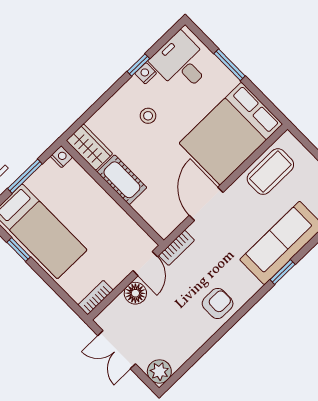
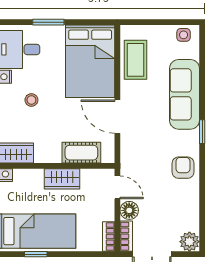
cot: (122, 180) -> (81, 153), moved
wardrobe: (106, 209) -> (62, 179), added
bookcase: (177, 248) -> (126, 236), moved
window: (283, 272) -> (202, 132), moved

